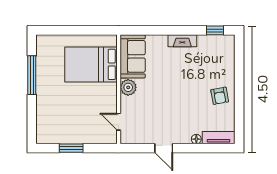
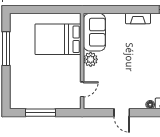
door: (119, 122) -> (82, 89), swing flipped
window: (71, 148) -> (41, 113), width x1.44

